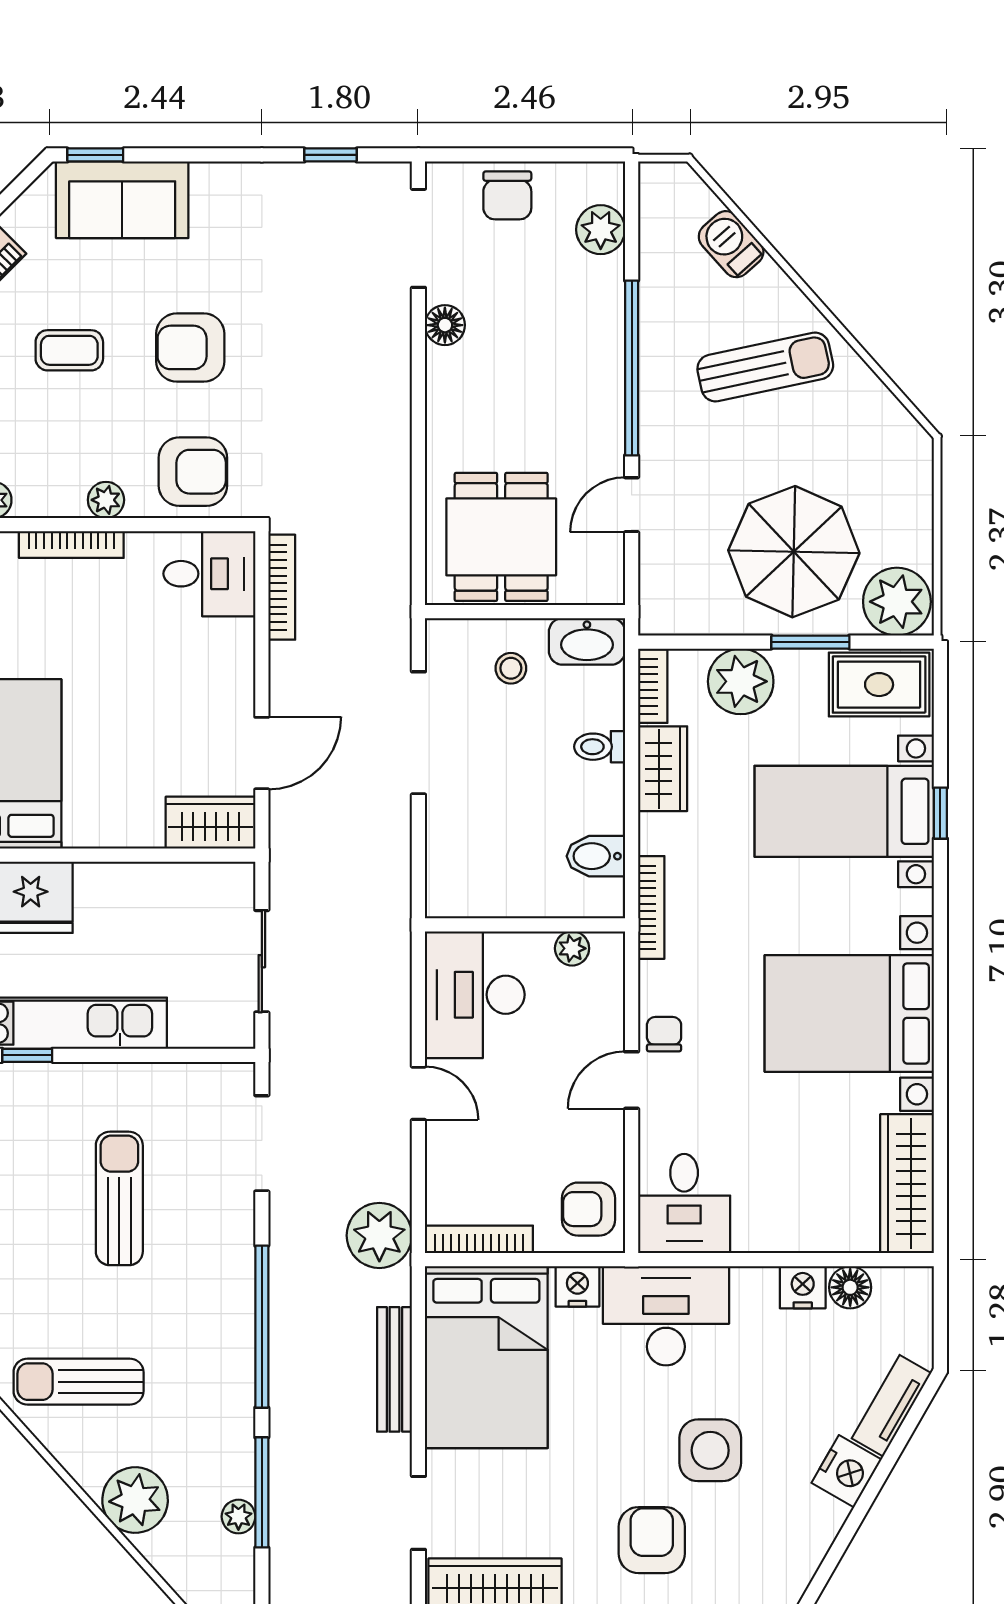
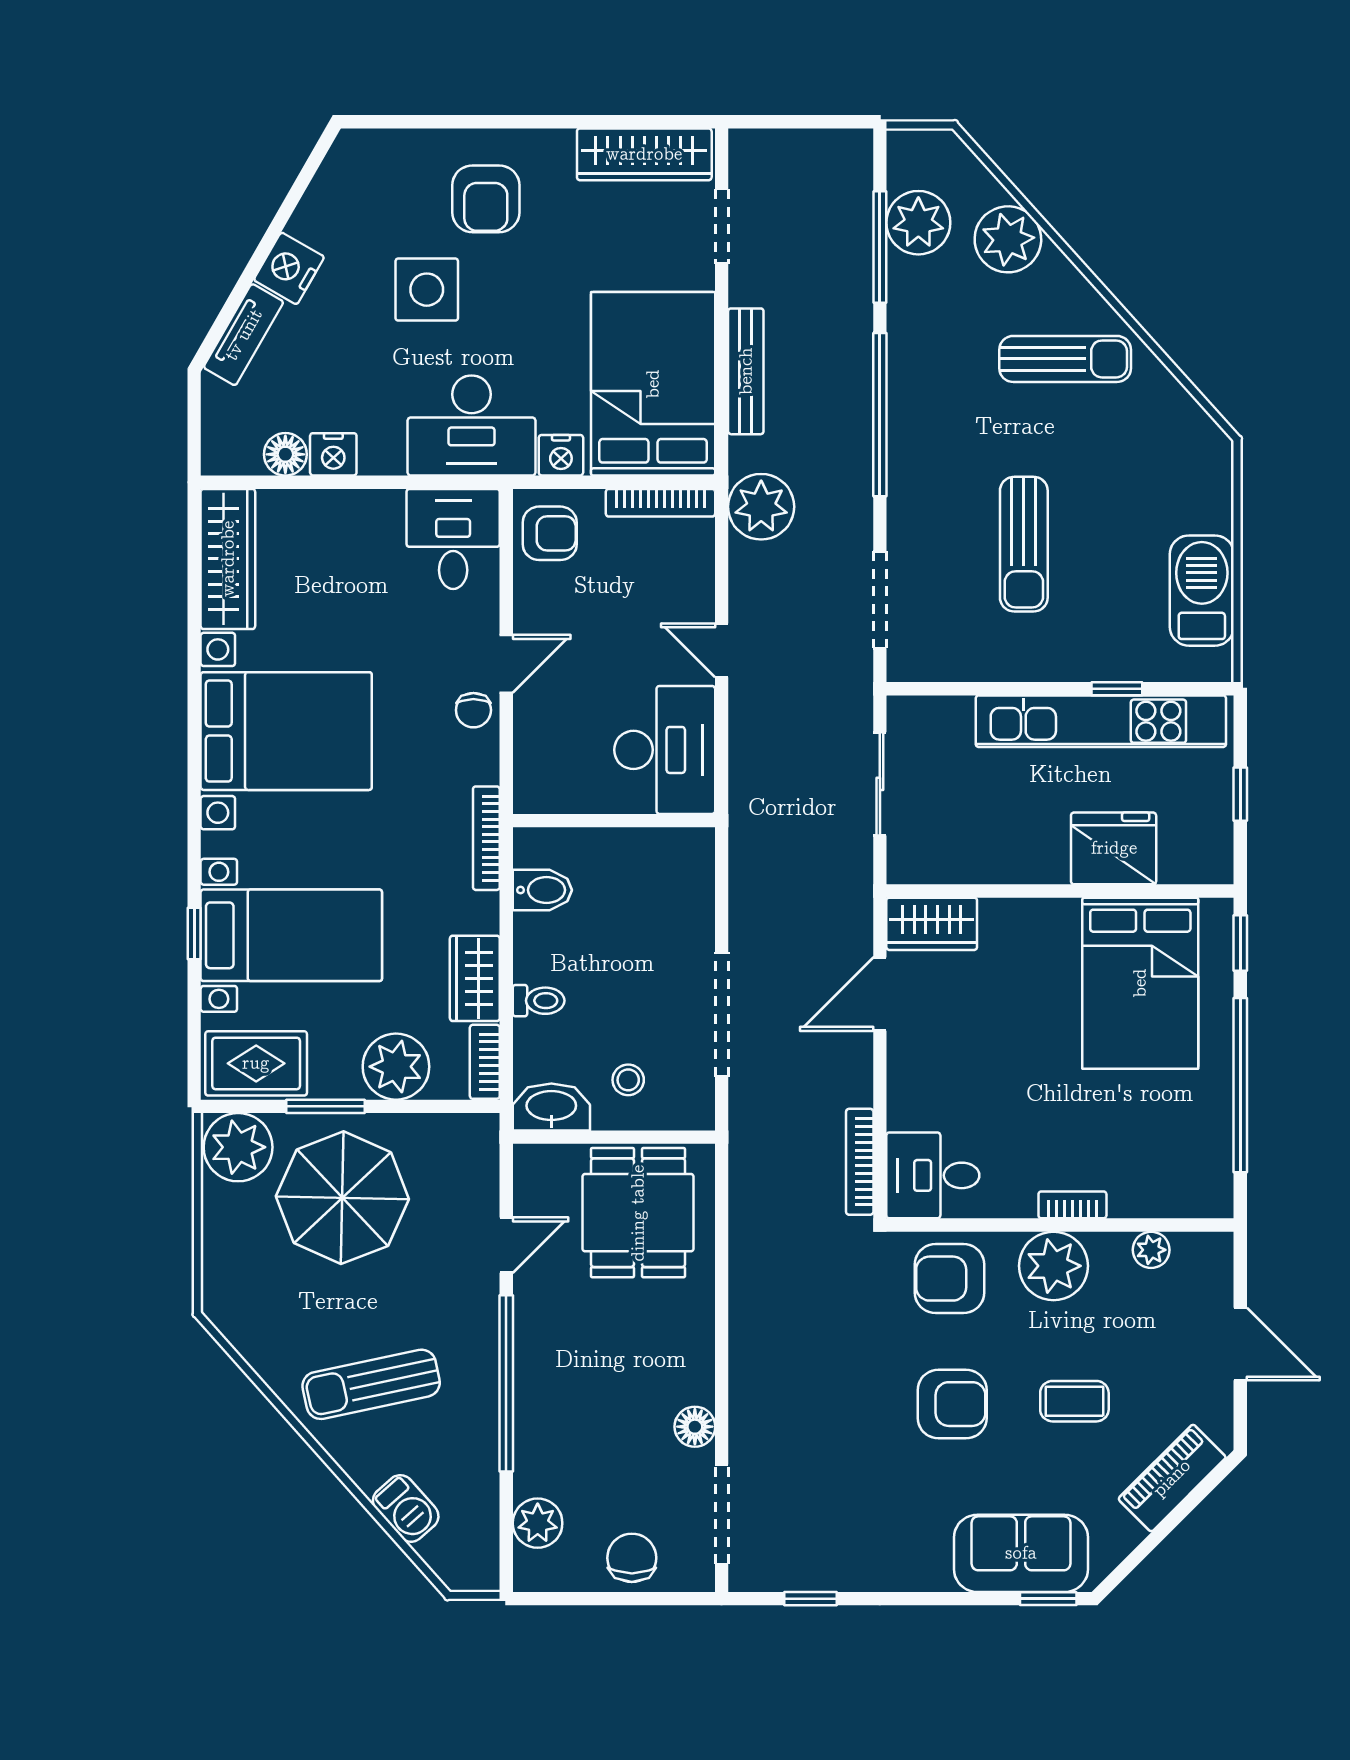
plant: (106, 500) -> (1053, 1266), width x1.88, depth x1.88
bookcase: (71, 545) -> (1072, 1205), width x0.64
plant: (572, 948) -> (566, 797), removed
plant: (238, 1517) -> (918, 223), width x1.88, depth x1.88

